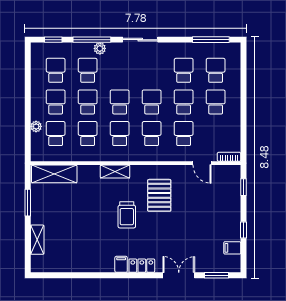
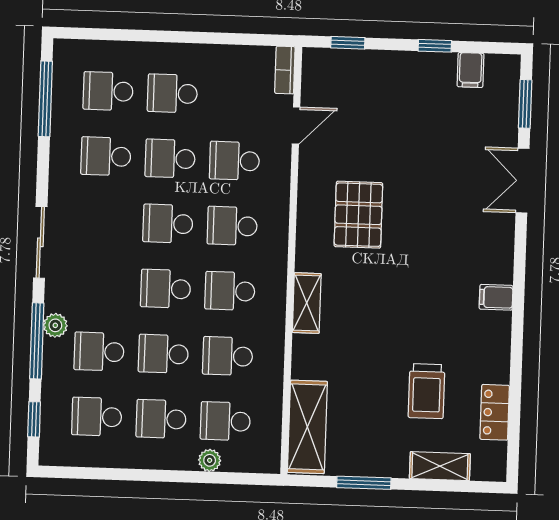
pallet: (159, 195) -> (358, 215), turned 90
trolley: (127, 215) -> (427, 391), moved, turned 90
locker: (142, 266) -> (495, 412), moved

